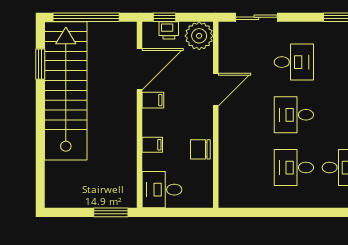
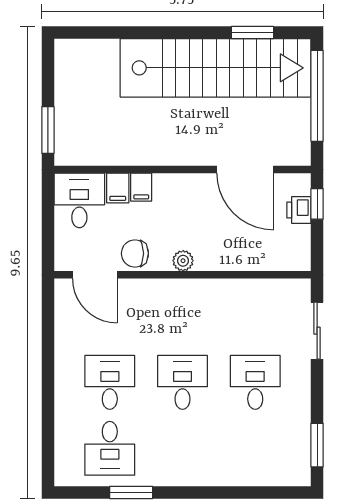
plant: (199, 36) -> (183, 261), moved, width x0.53, depth x0.53
desk: (294, 62) -> (255, 382), turned 180
door: (216, 90) -> (95, 275), moved
filing cabinet: (153, 100) -> (118, 188), moved
chair: (200, 149) -> (135, 253), turned -90

